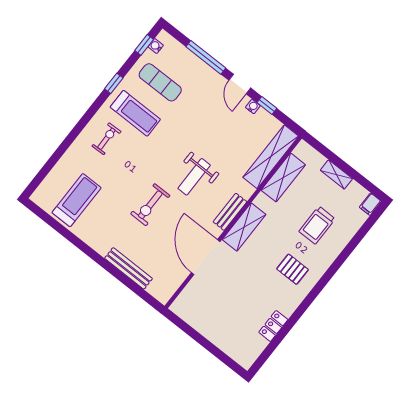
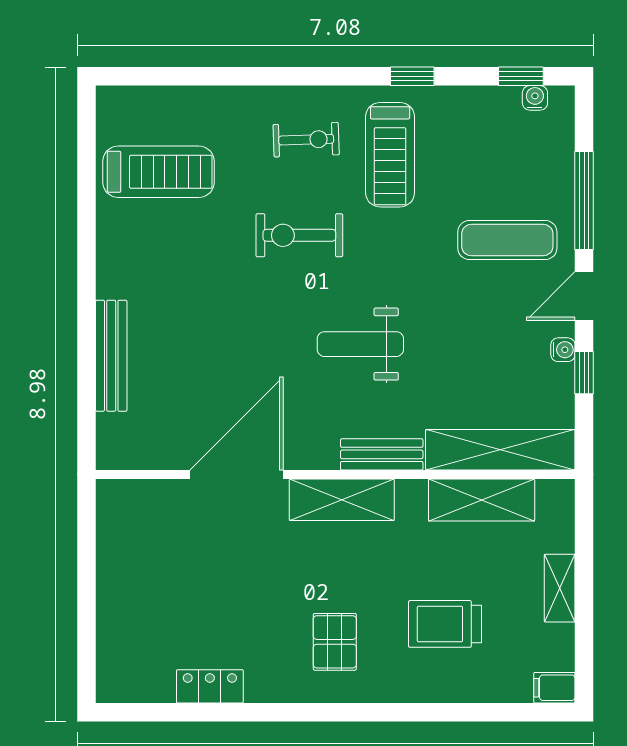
exercise mat: (160, 82) -> (507, 240), moved, turned 90
exercise bike: (150, 205) -> (299, 235), moved
bench: (230, 212) -> (382, 454), moved

